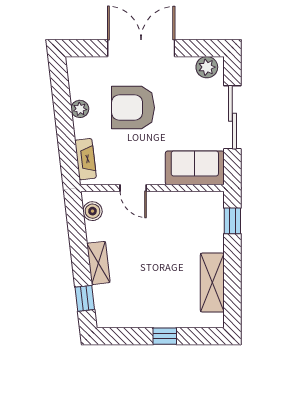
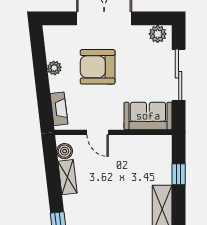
window: (232, 221) -> (179, 174), moved
shelving: (98, 263) -> (68, 177), moved

